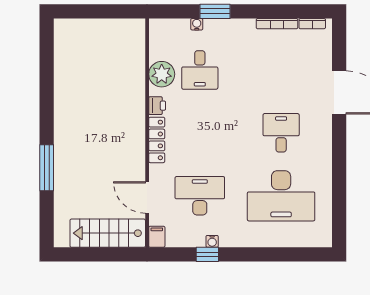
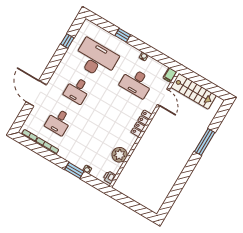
desk: (200, 70) -> (59, 122), moved, turned 180
printer: (157, 106) -> (109, 177), moved
window: (339, 197) -> (67, 41), added
window: (207, 254) -> (123, 35), moved

